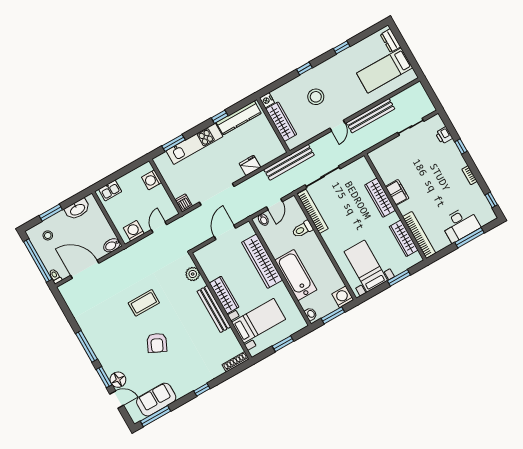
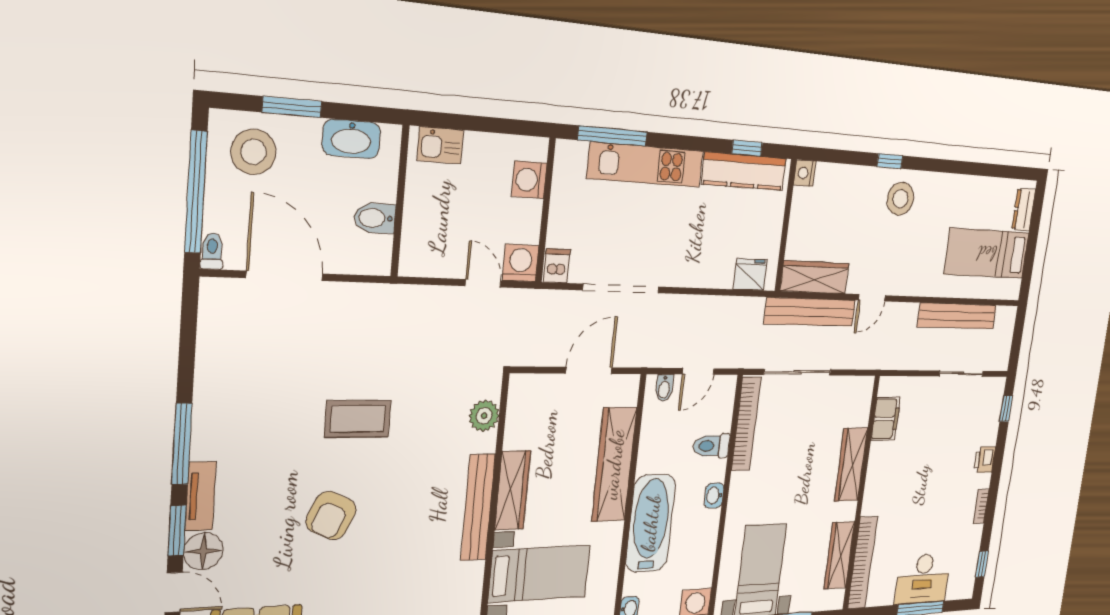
window: (342, 47) -> (959, 167), removed
stool: (316, 97) -> (900, 199), moved
bench: (370, 116) -> (957, 316), moved
window: (220, 117) -> (747, 148), moved
wardrobe: (281, 122) -> (815, 277), moved, turned -90
printer: (444, 135) -> (985, 460), moved
window: (174, 143) -> (612, 136), width x1.44
window: (461, 146) -> (1006, 408), moved
bench: (289, 162) -> (810, 312), moved
fridge: (250, 165) -> (750, 274), moved
filing cabinet: (397, 192) -> (886, 419), moved
door: (159, 227) -> (483, 283), hinge flipped
washing machine: (134, 231) -> (521, 263), moved
stool: (48, 235) -> (254, 152), width x1.89, depth x1.89
bidet: (112, 245) -> (375, 218), moved
washbasin: (319, 248) -> (714, 495), added
tv unit: (105, 361) -> (201, 496), added

